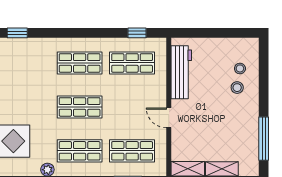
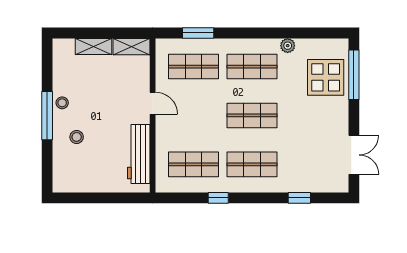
window: (17, 33) -> (299, 198), moved
window: (137, 33) -> (218, 198), moved
stool: (240, 68) -> (62, 103), moved
window: (264, 139) -> (47, 116), moved

